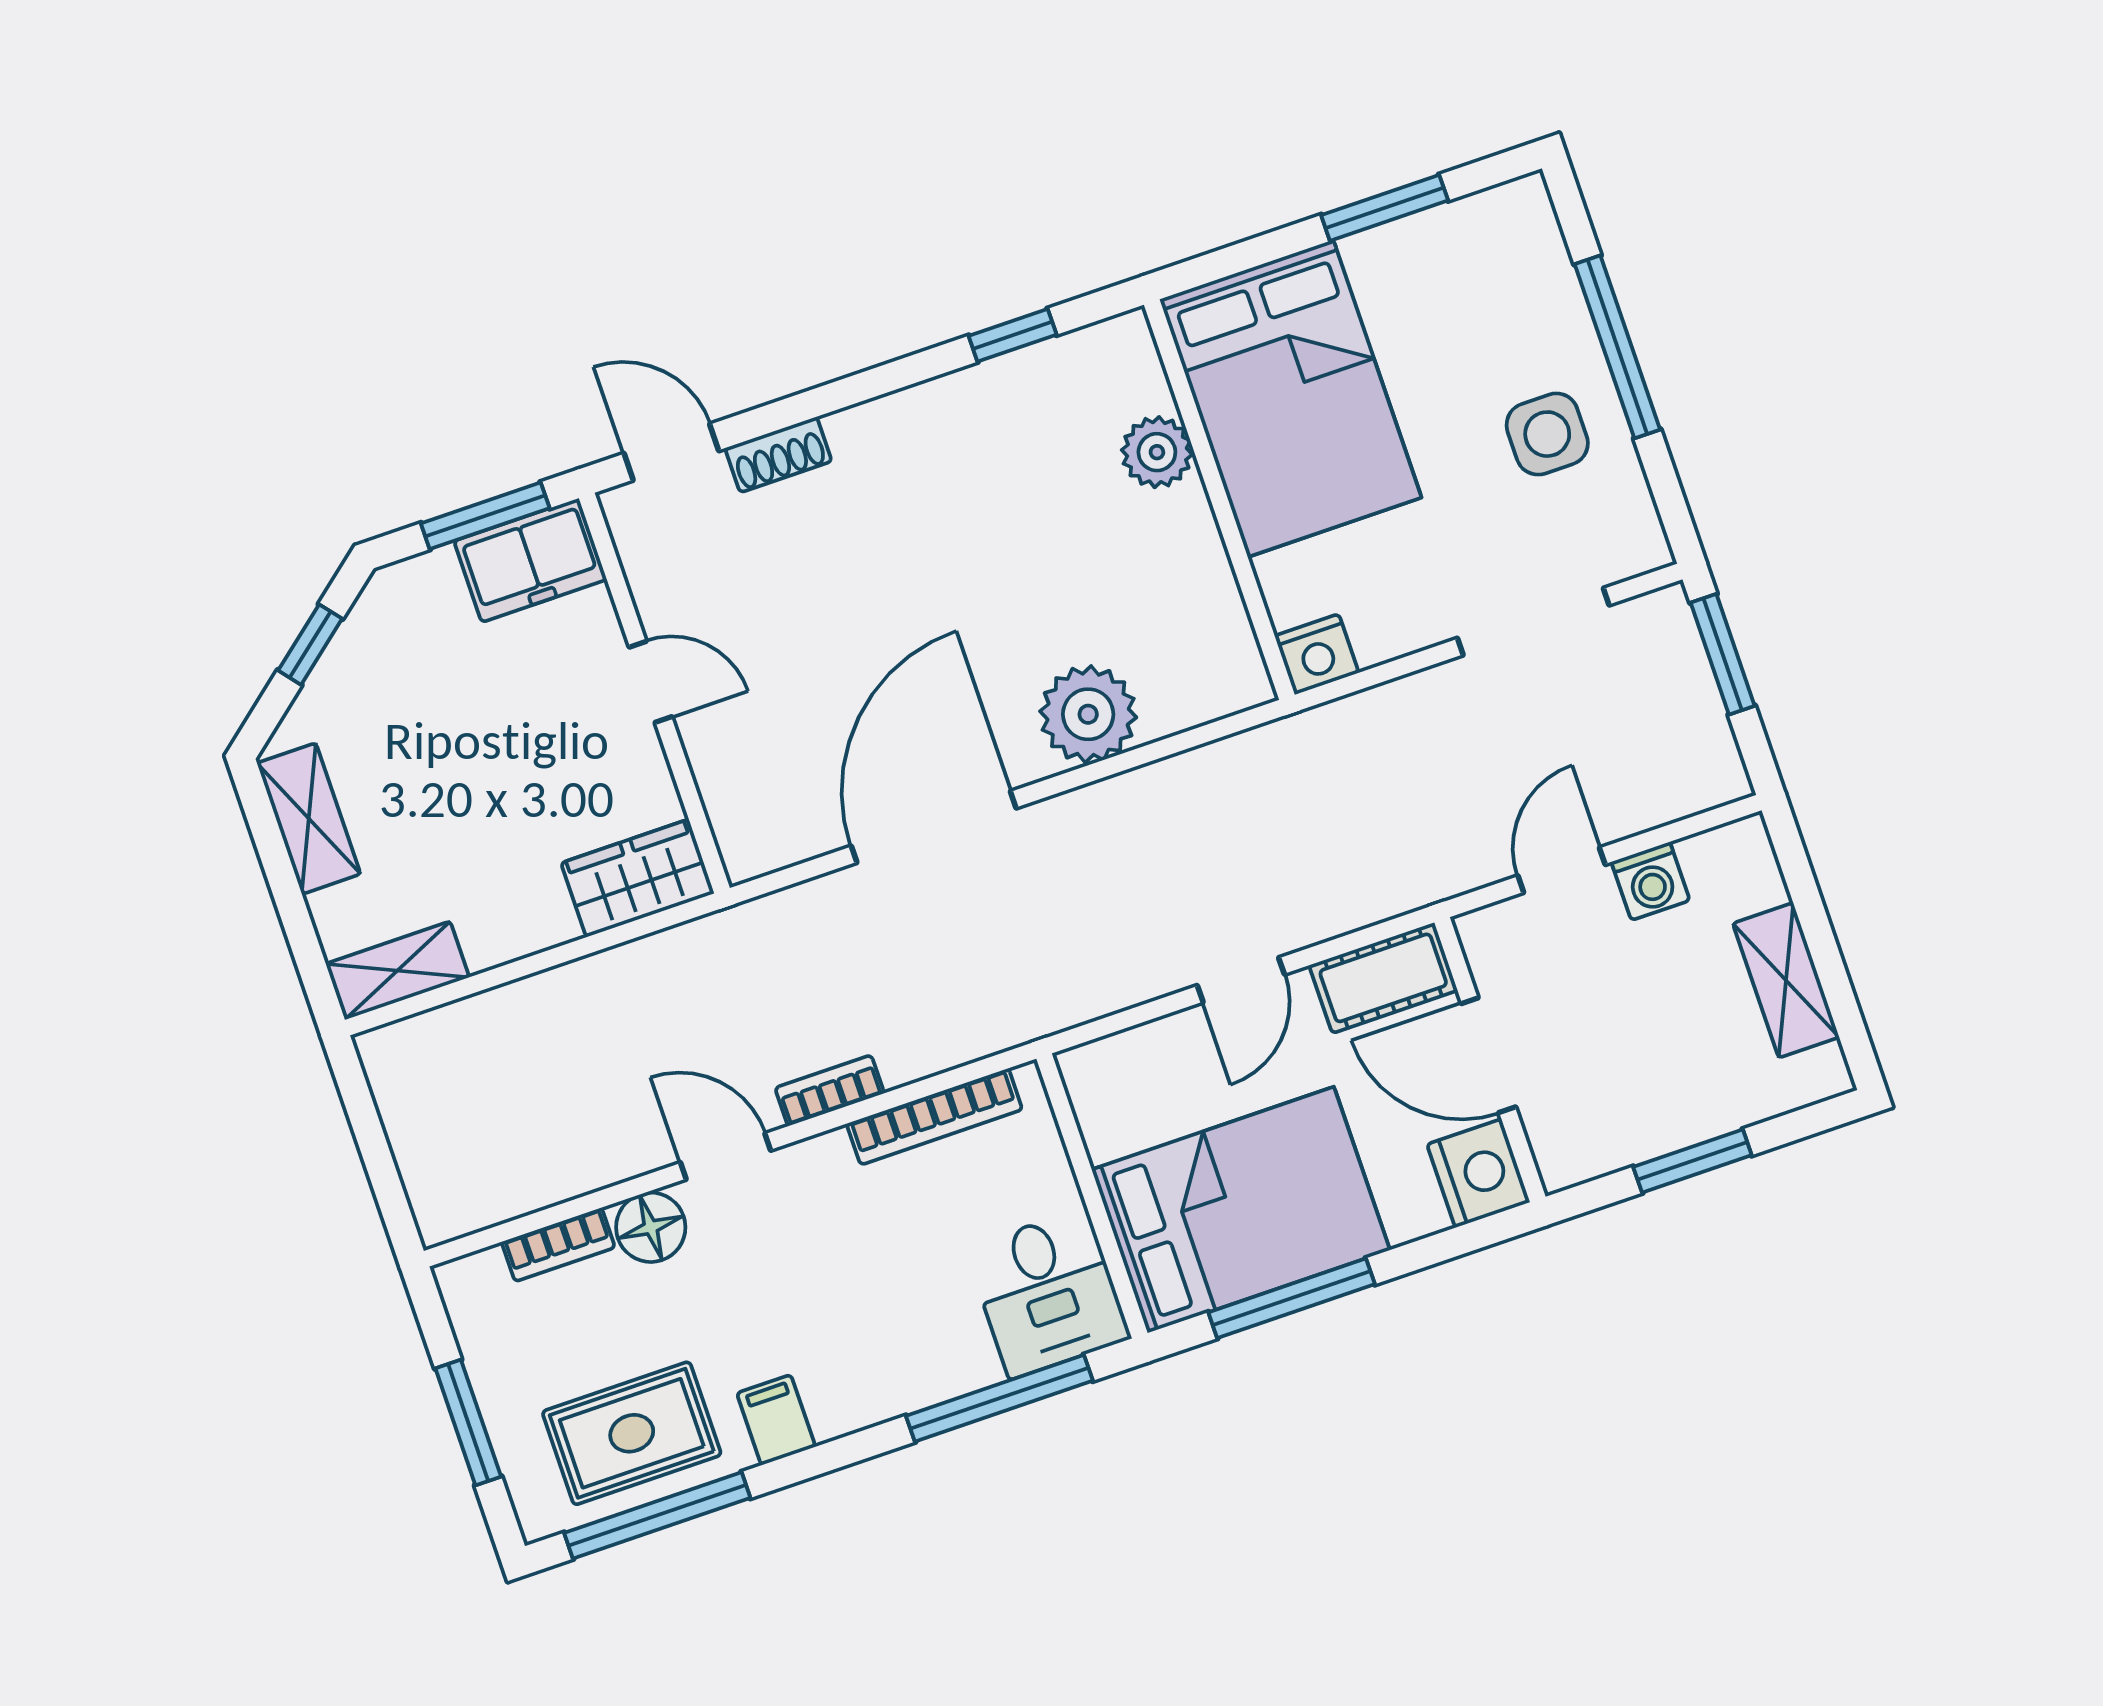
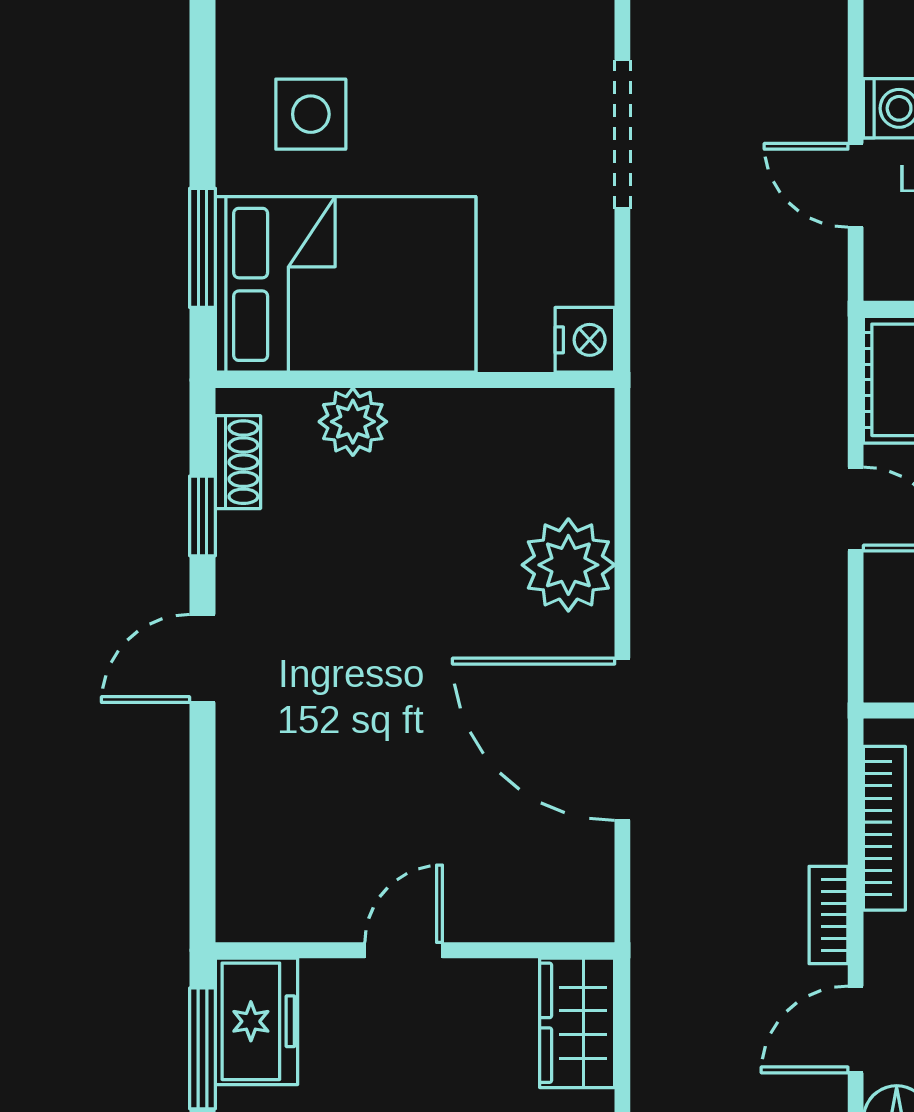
window: (1385, 208) -> (203, 248), moved
side table: (1547, 434) -> (311, 114), moved
door: (671, 452) -> (203, 658), moved
shoe rack: (778, 455) -> (238, 462), moved

